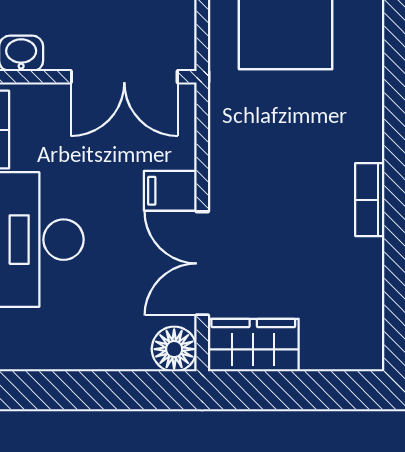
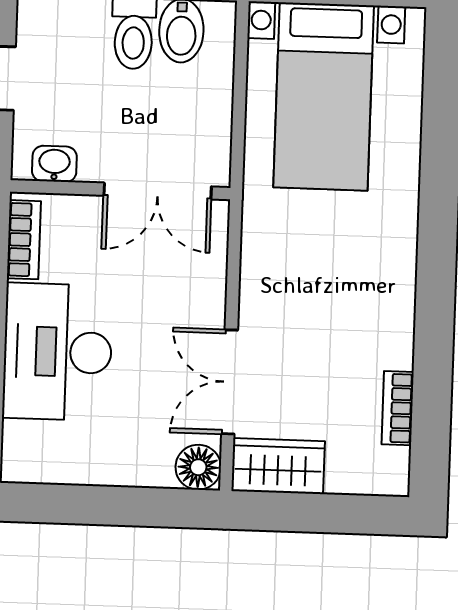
filing cabinet: (170, 191) -> (200, 308), removed
bookcase: (370, 200) -> (398, 408), moved

